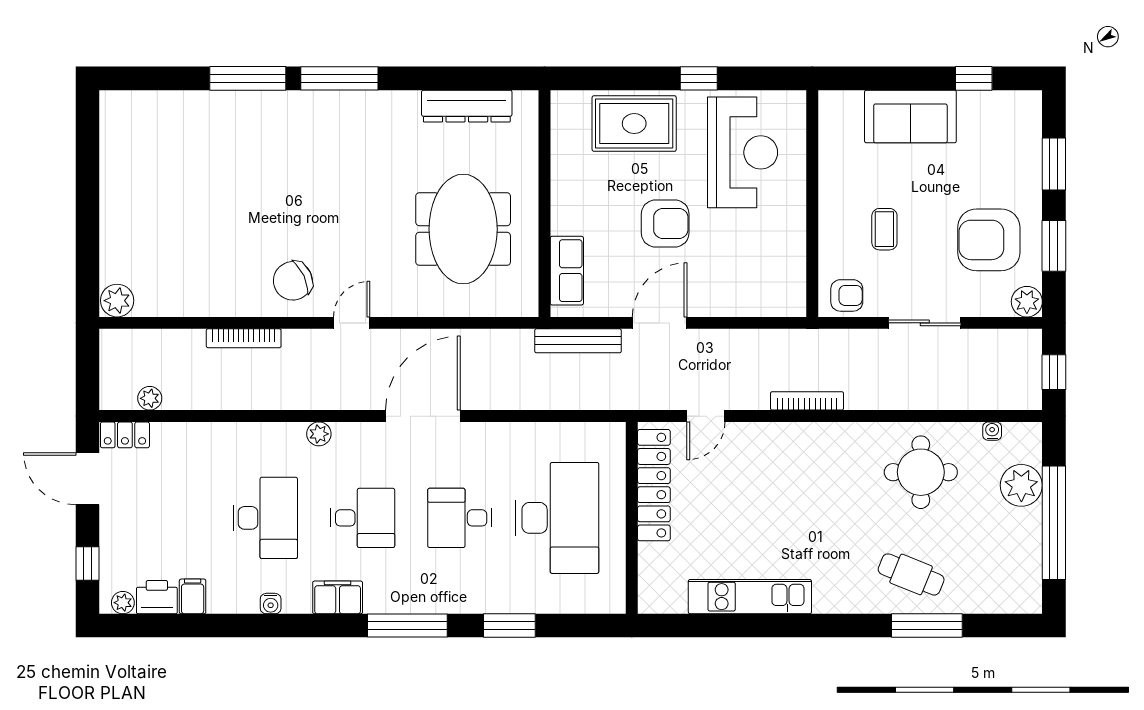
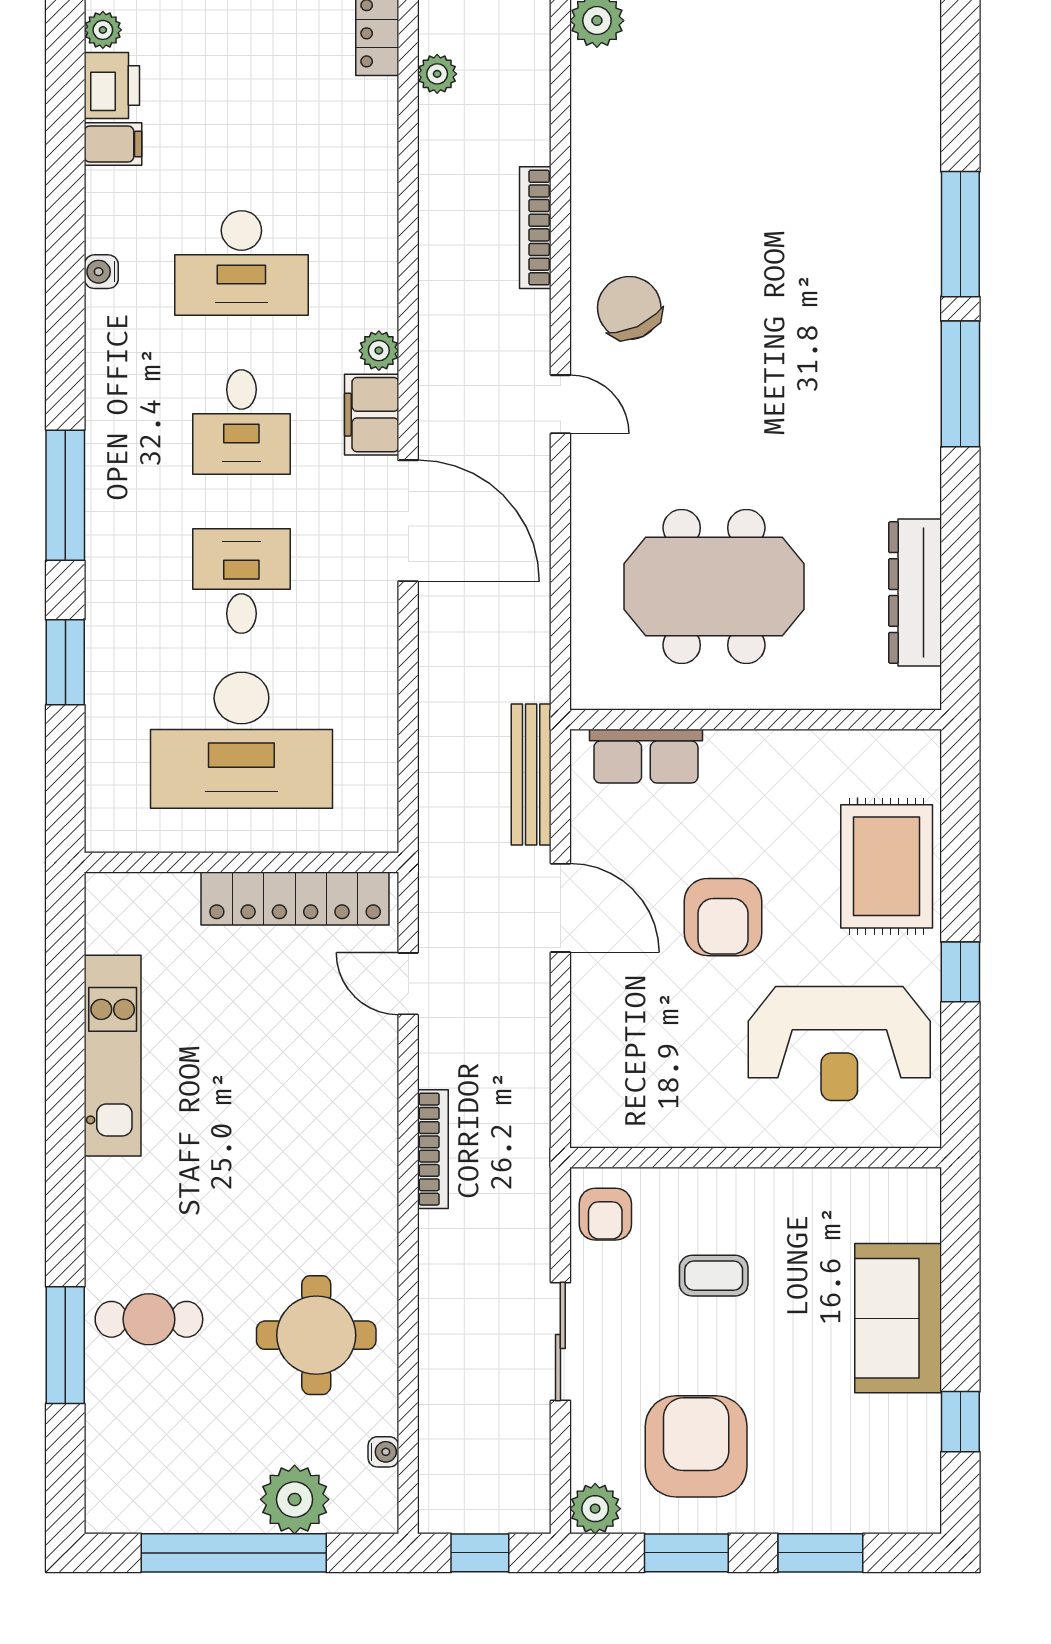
cafe table: (911, 574) -> (149, 1319), turned 68
filing cabinet: (338, 597) -> (372, 415), moved, turned 180

